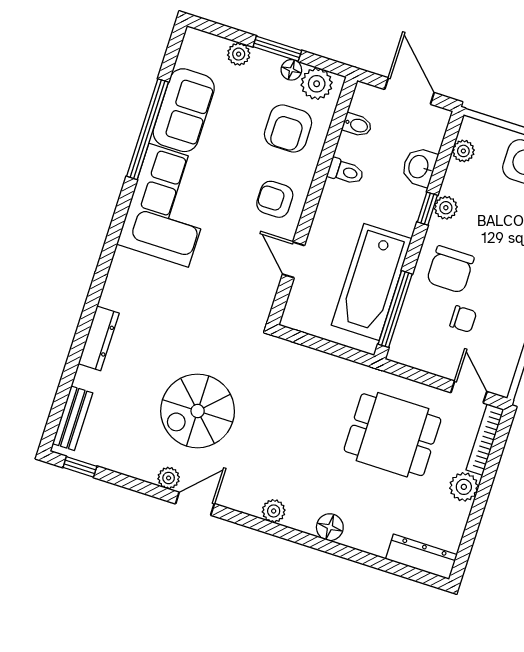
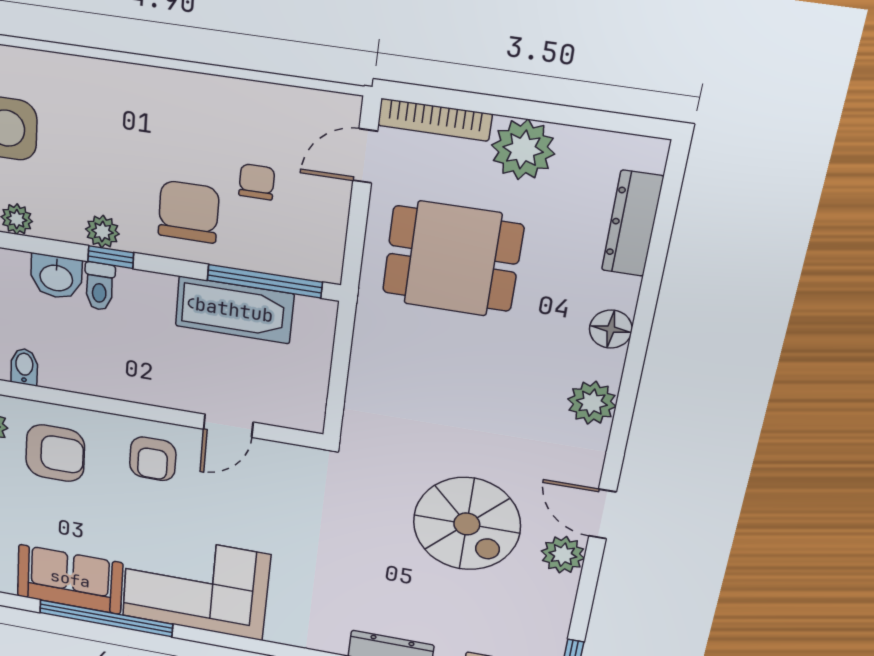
toilet: (346, 172) -> (99, 286), moved, turned 180
chair: (450, 269) -> (189, 212), turned -90
bathtub: (371, 282) -> (234, 310), width x0.73, depth x0.73
dining table: (392, 435) -> (453, 259), turned 90
plant: (169, 478) -> (563, 555), width x1.38, depth x1.38
plant: (464, 487) -> (523, 150), width x1.36, depth x1.36
plant: (274, 511) -> (592, 403), width x1.38, depth x1.38
dresser: (421, 557) -> (632, 224), moved

